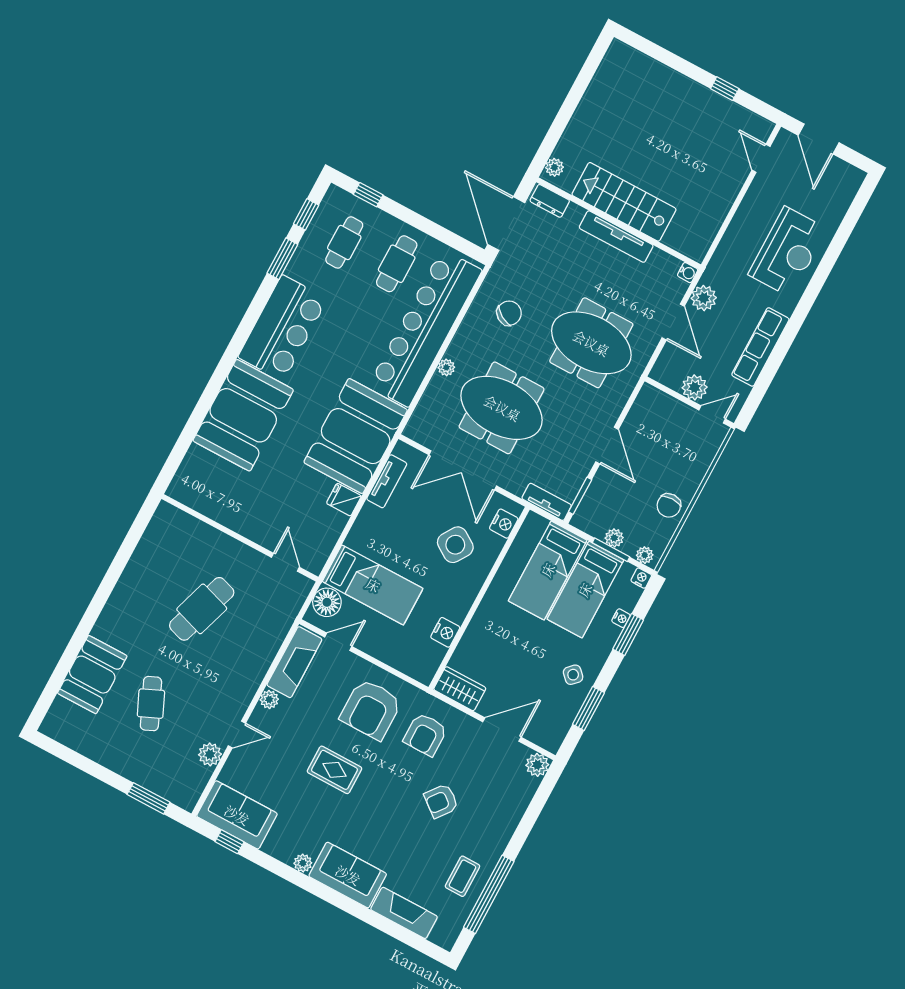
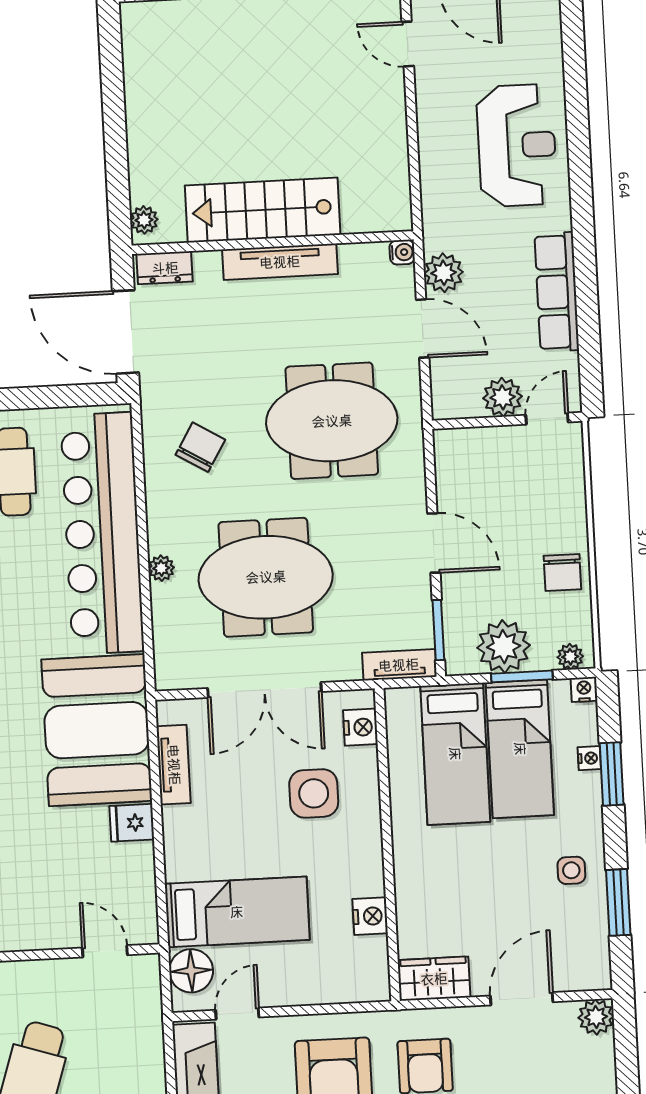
plant: (614, 538) -> (504, 647), width x1.87, depth x1.87
side table: (455, 545) -> (314, 793), turned -33
side table: (573, 675) -> (571, 870), turned 45

